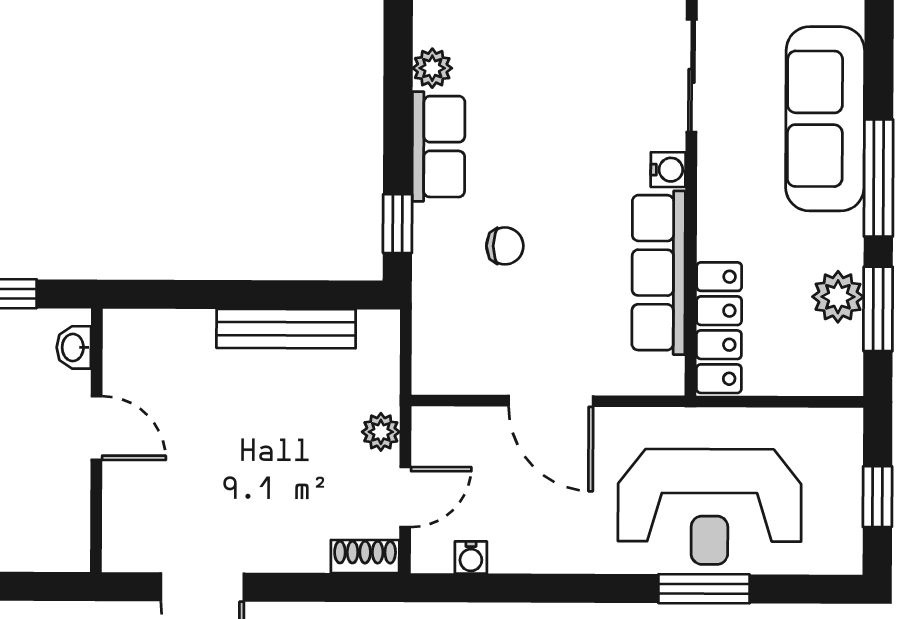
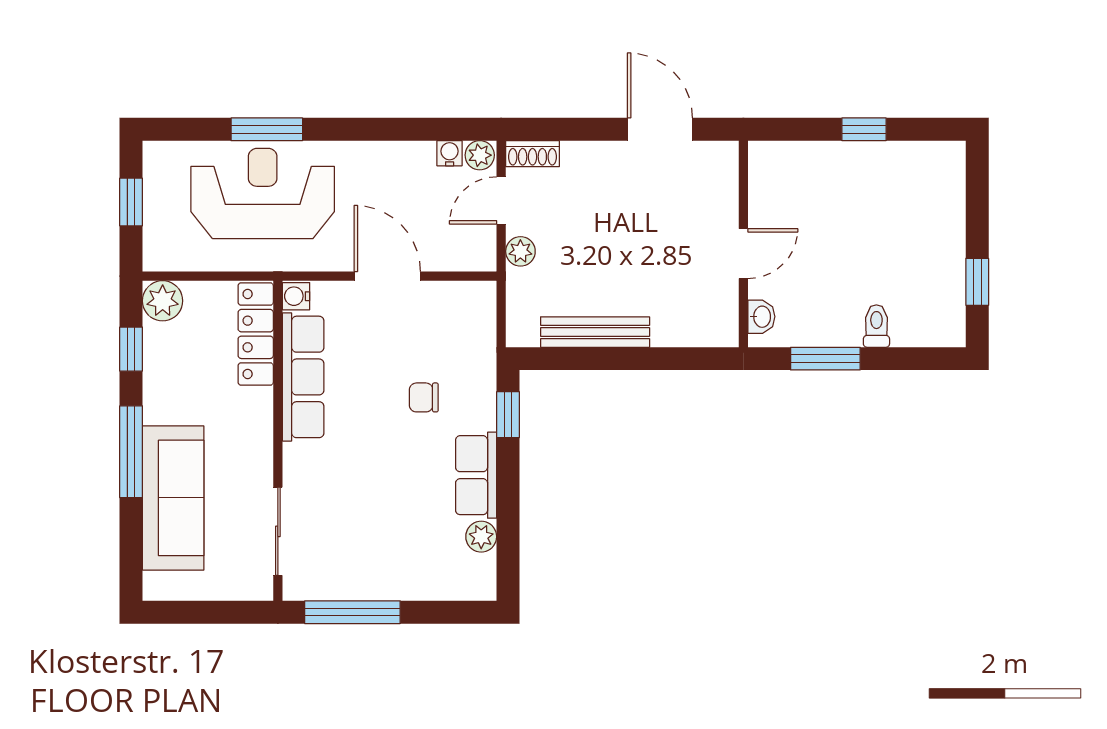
water cooler: (668, 170) -> (296, 296), moved
plant: (838, 297) -> (163, 301), moved
window: (878, 309) -> (131, 349), width x0.67
door: (96, 428) -> (743, 254), swing flipped
plant: (432, 555) -> (480, 155), added

